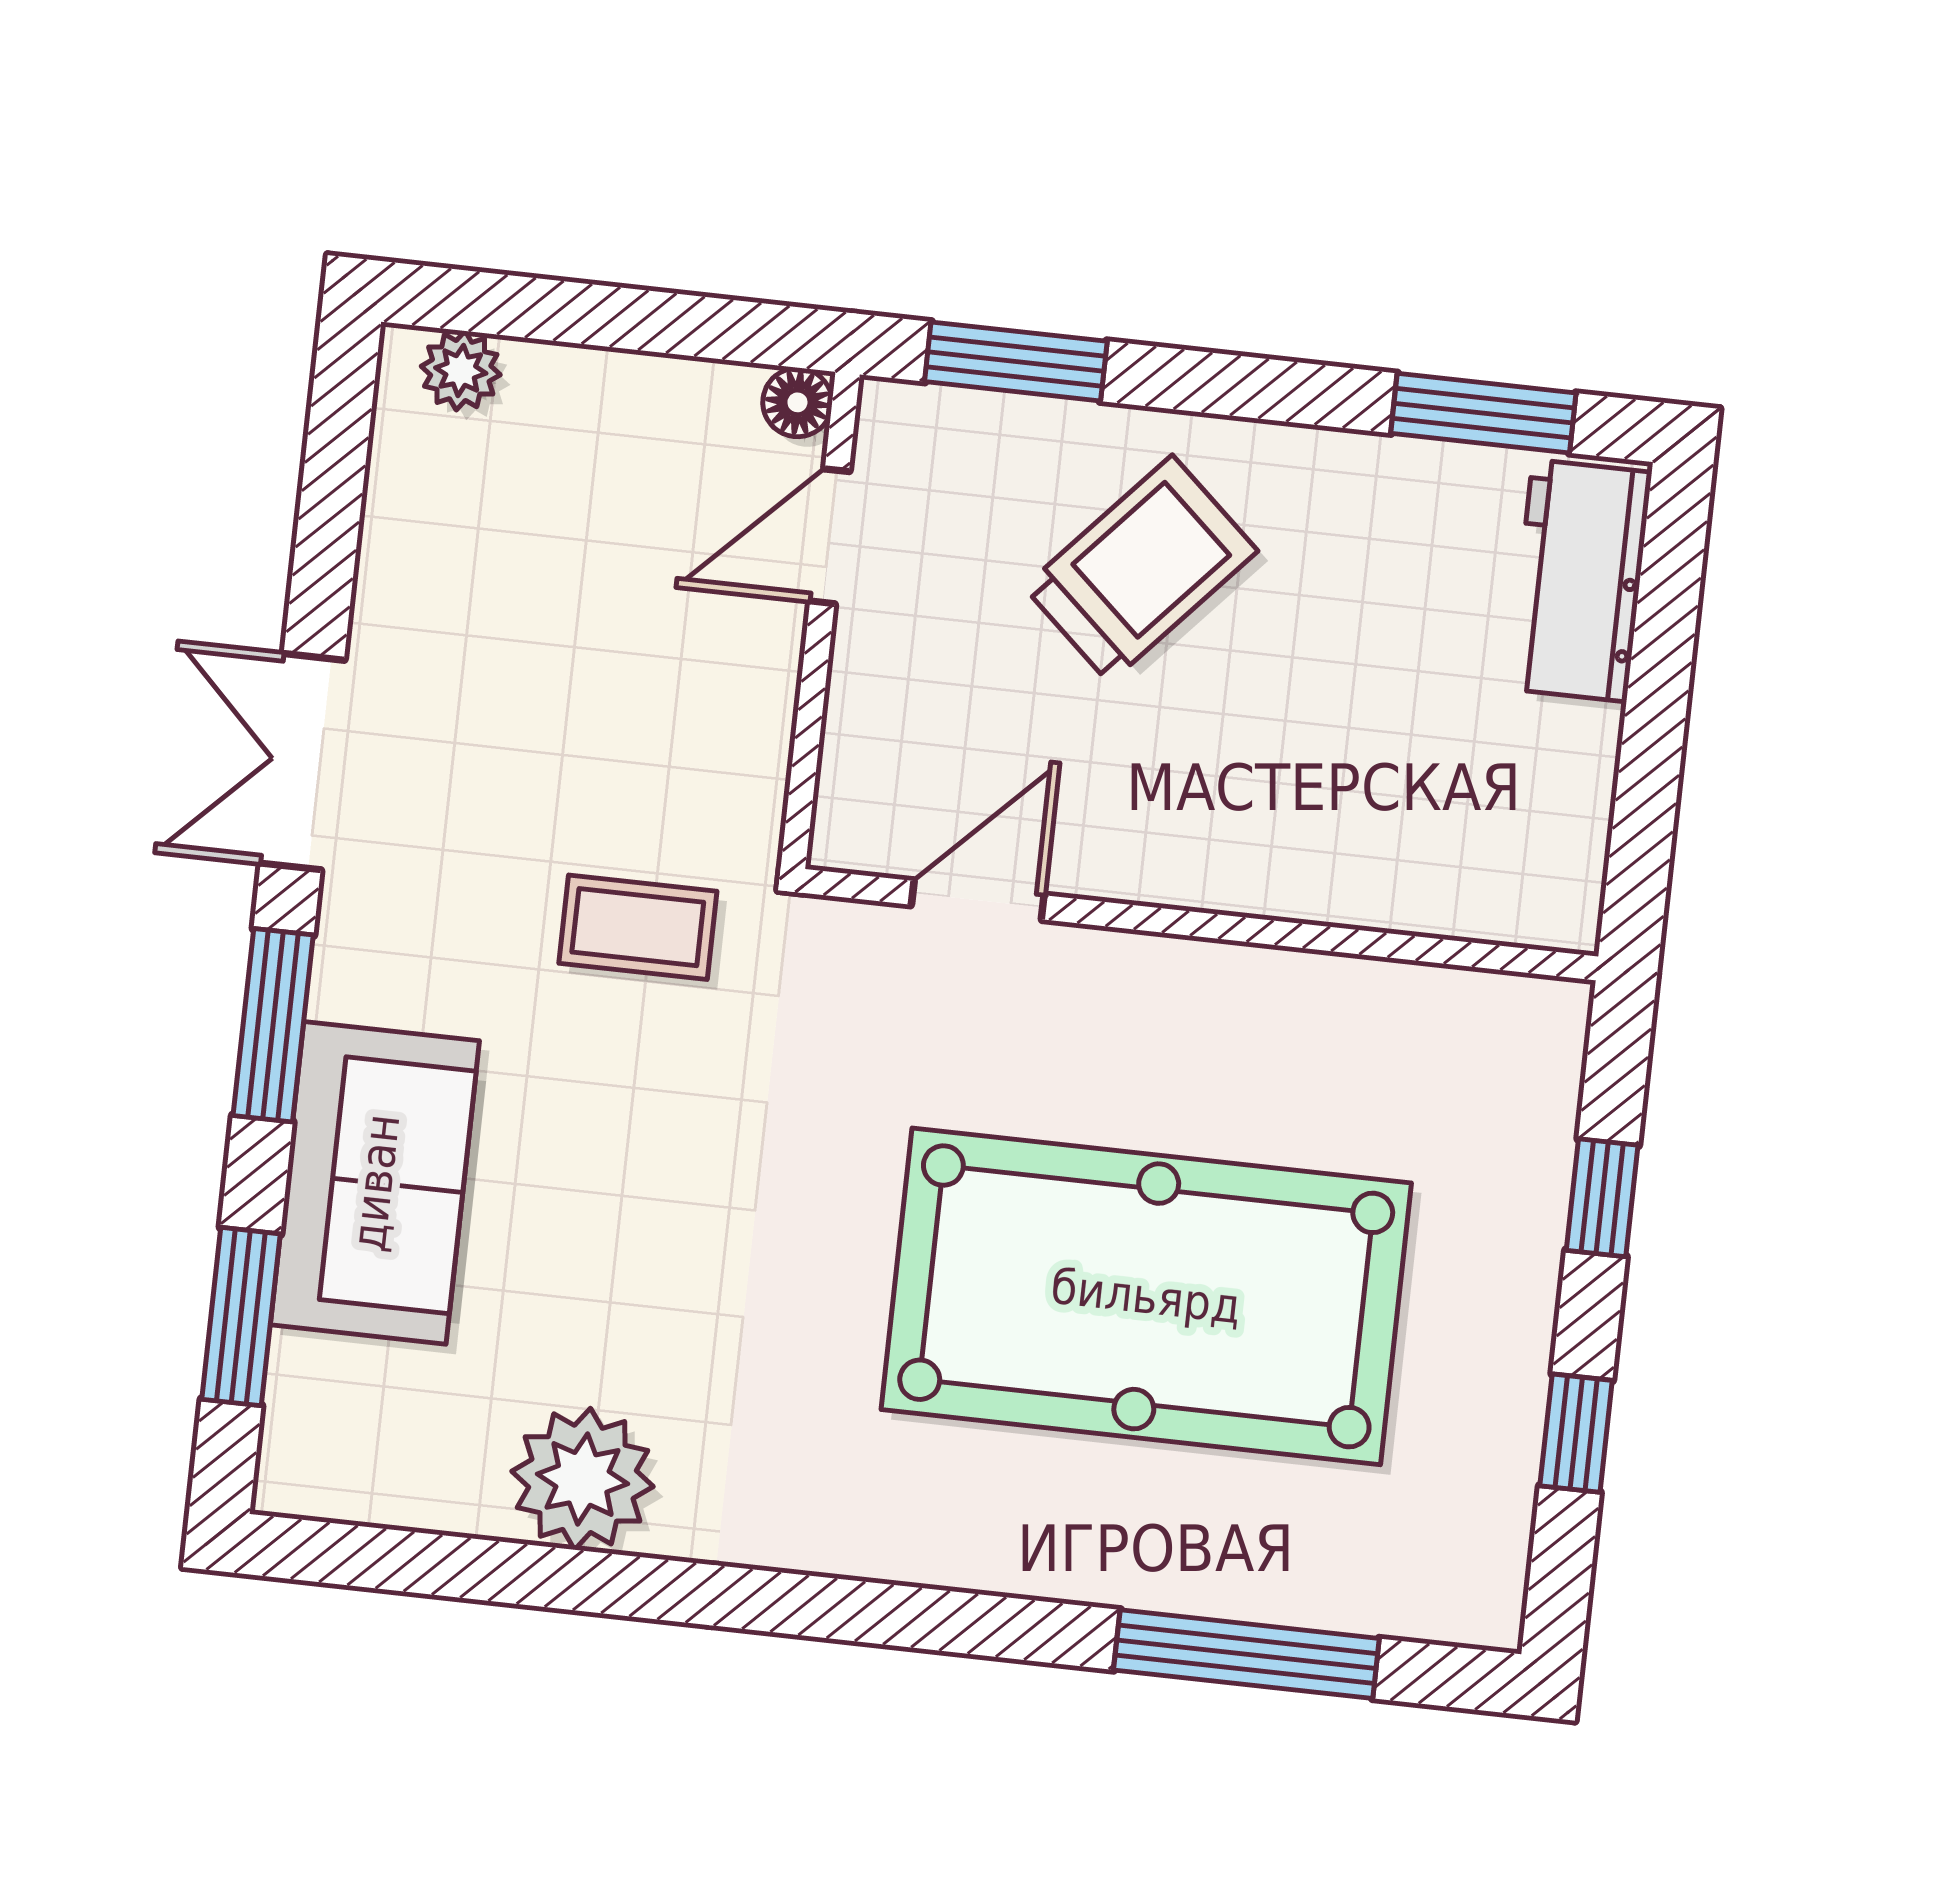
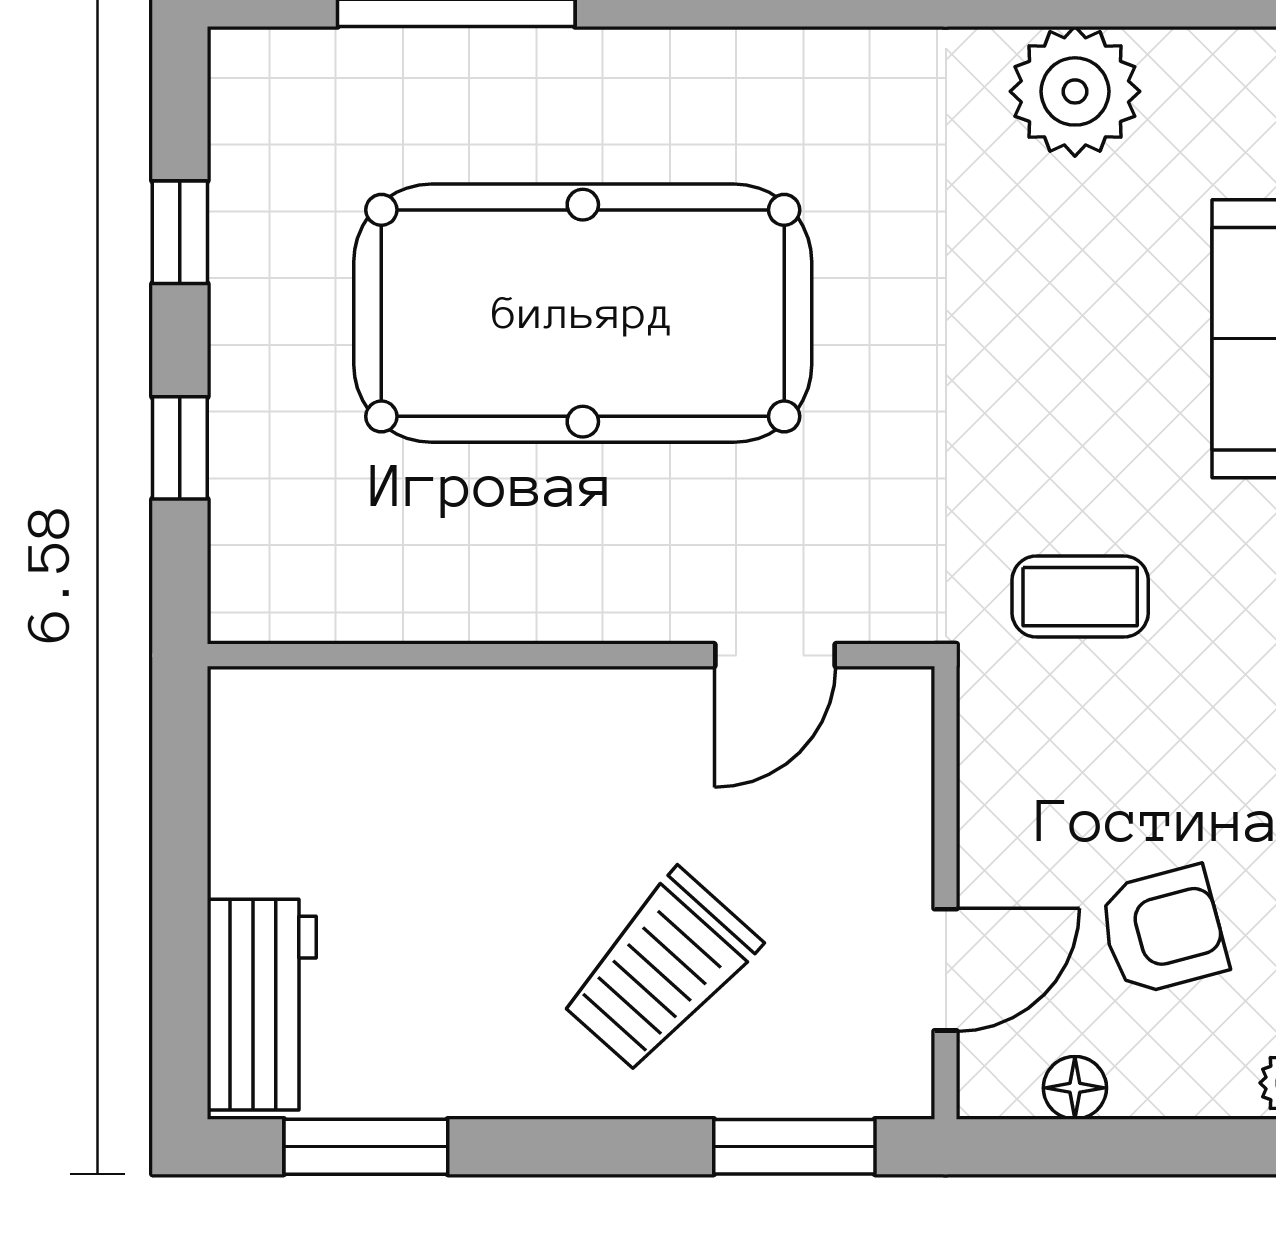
floor lamp: (797, 402) -> (1075, 1088), moved
armchair: (588, 553) -> (1163, 930), added

